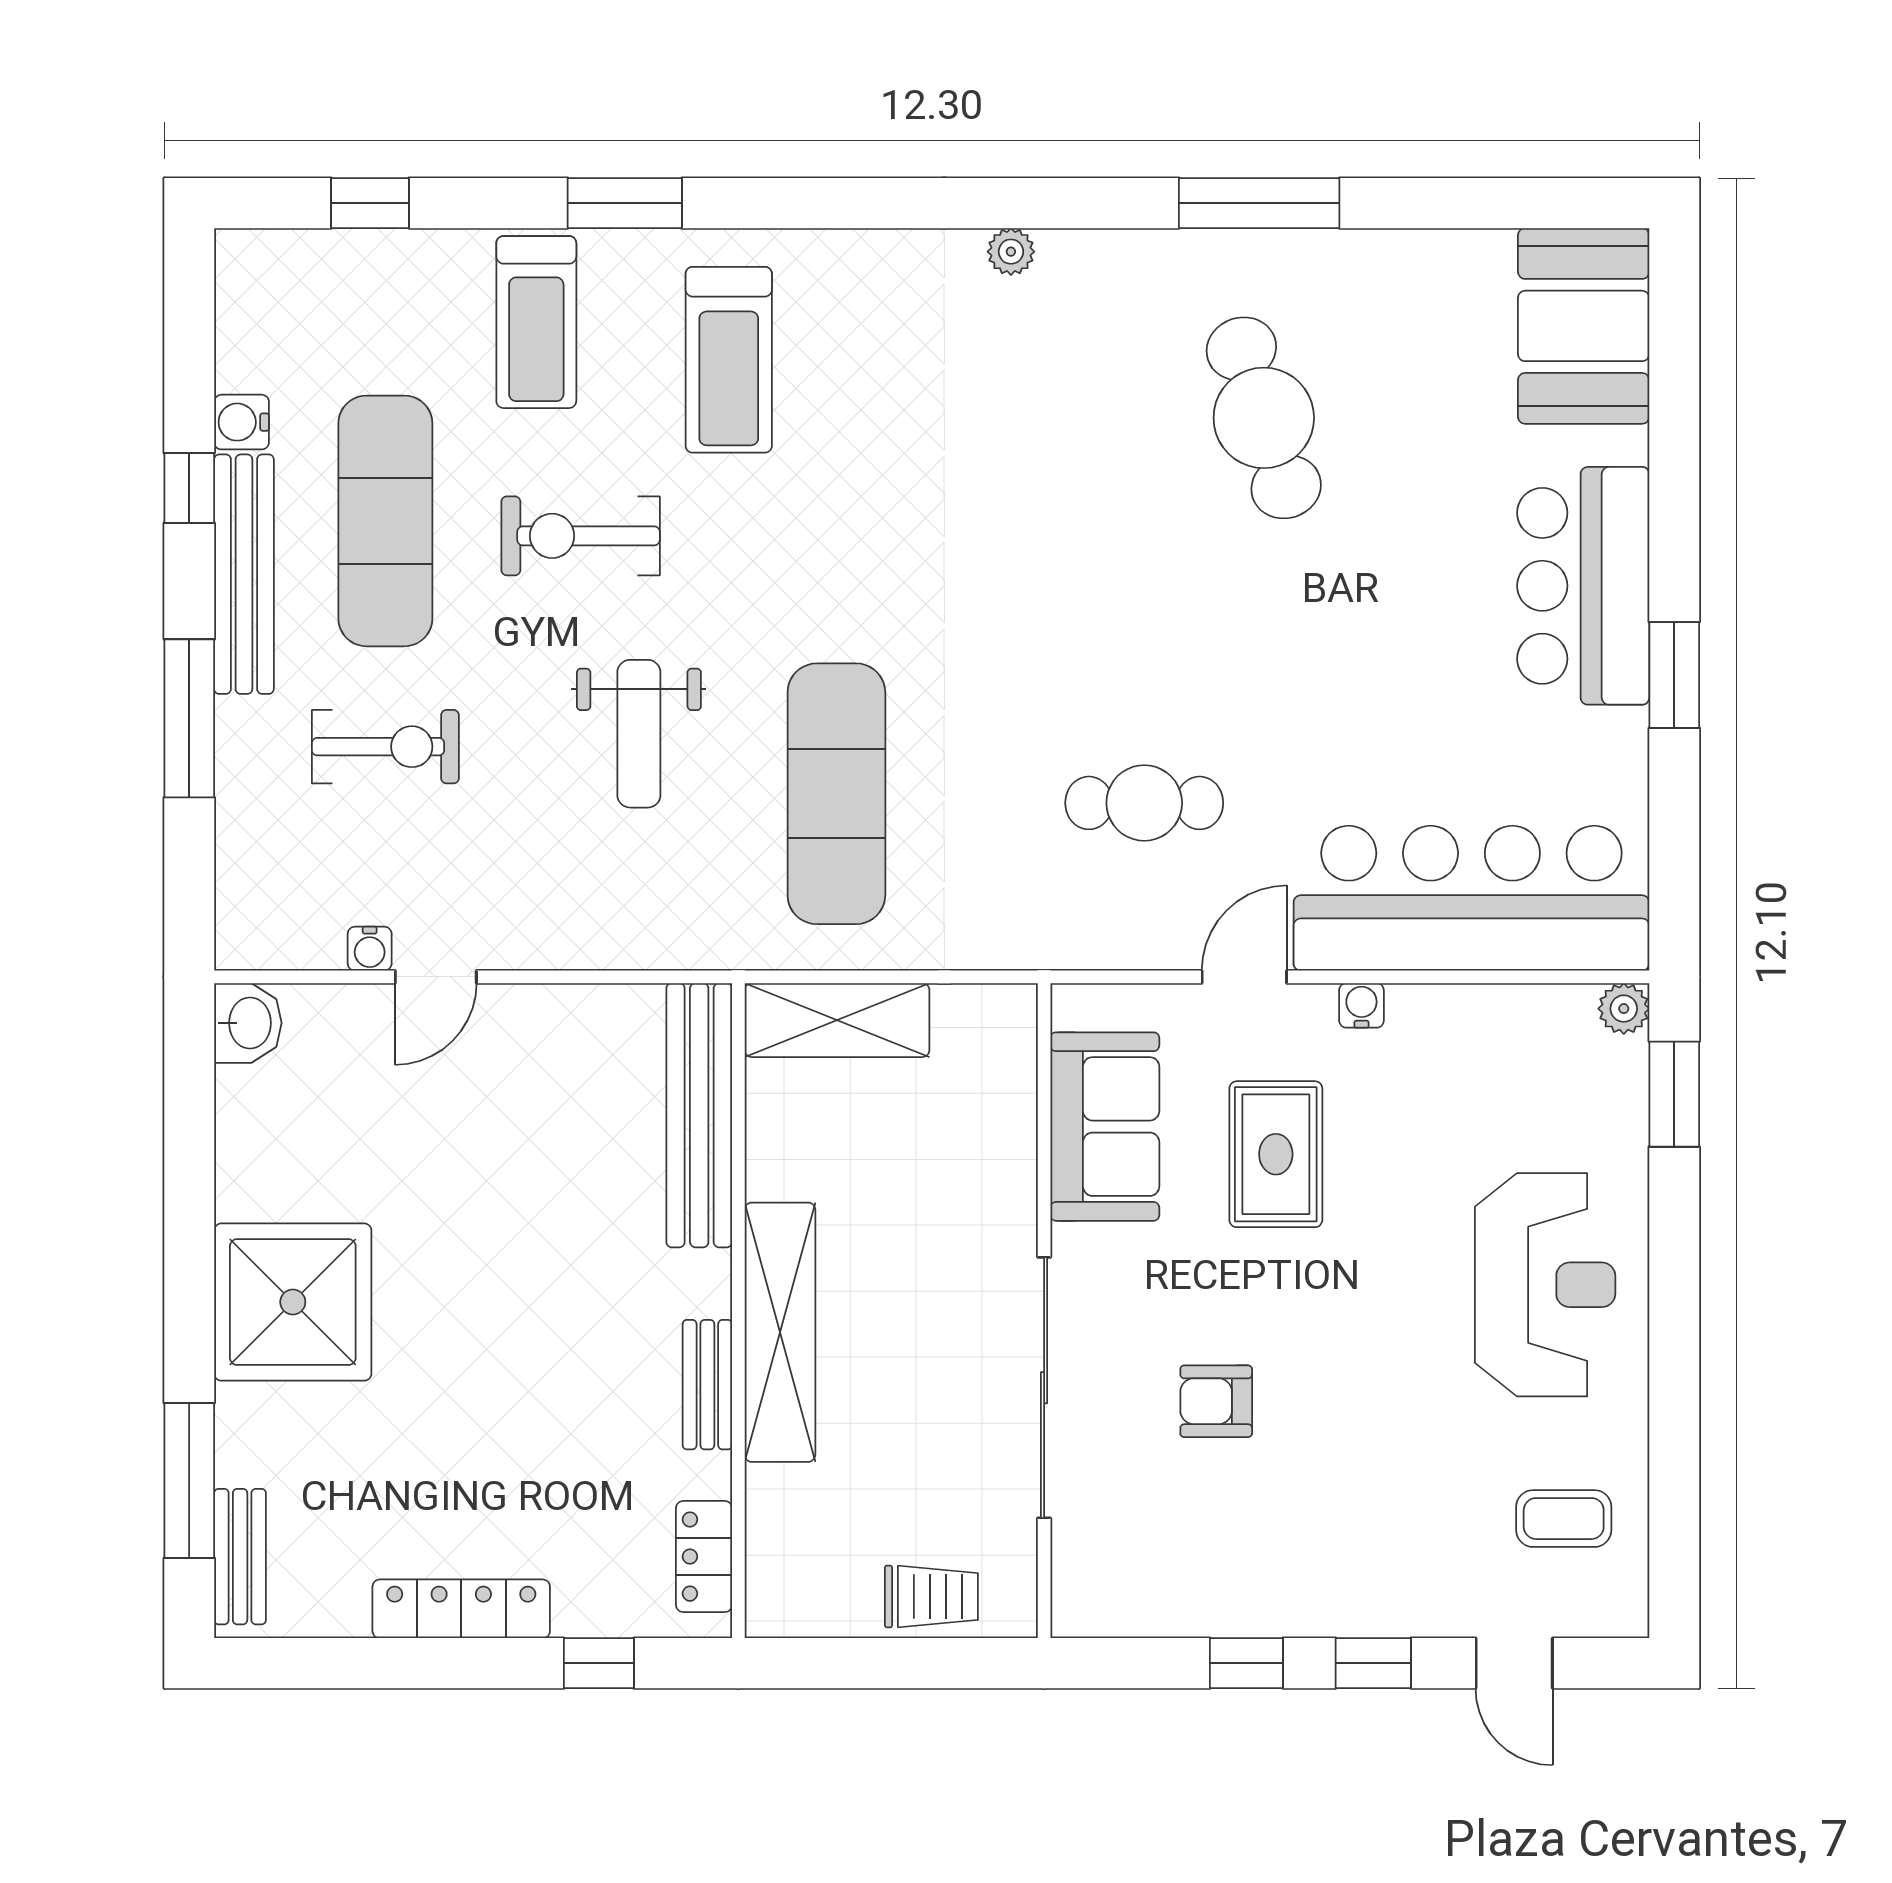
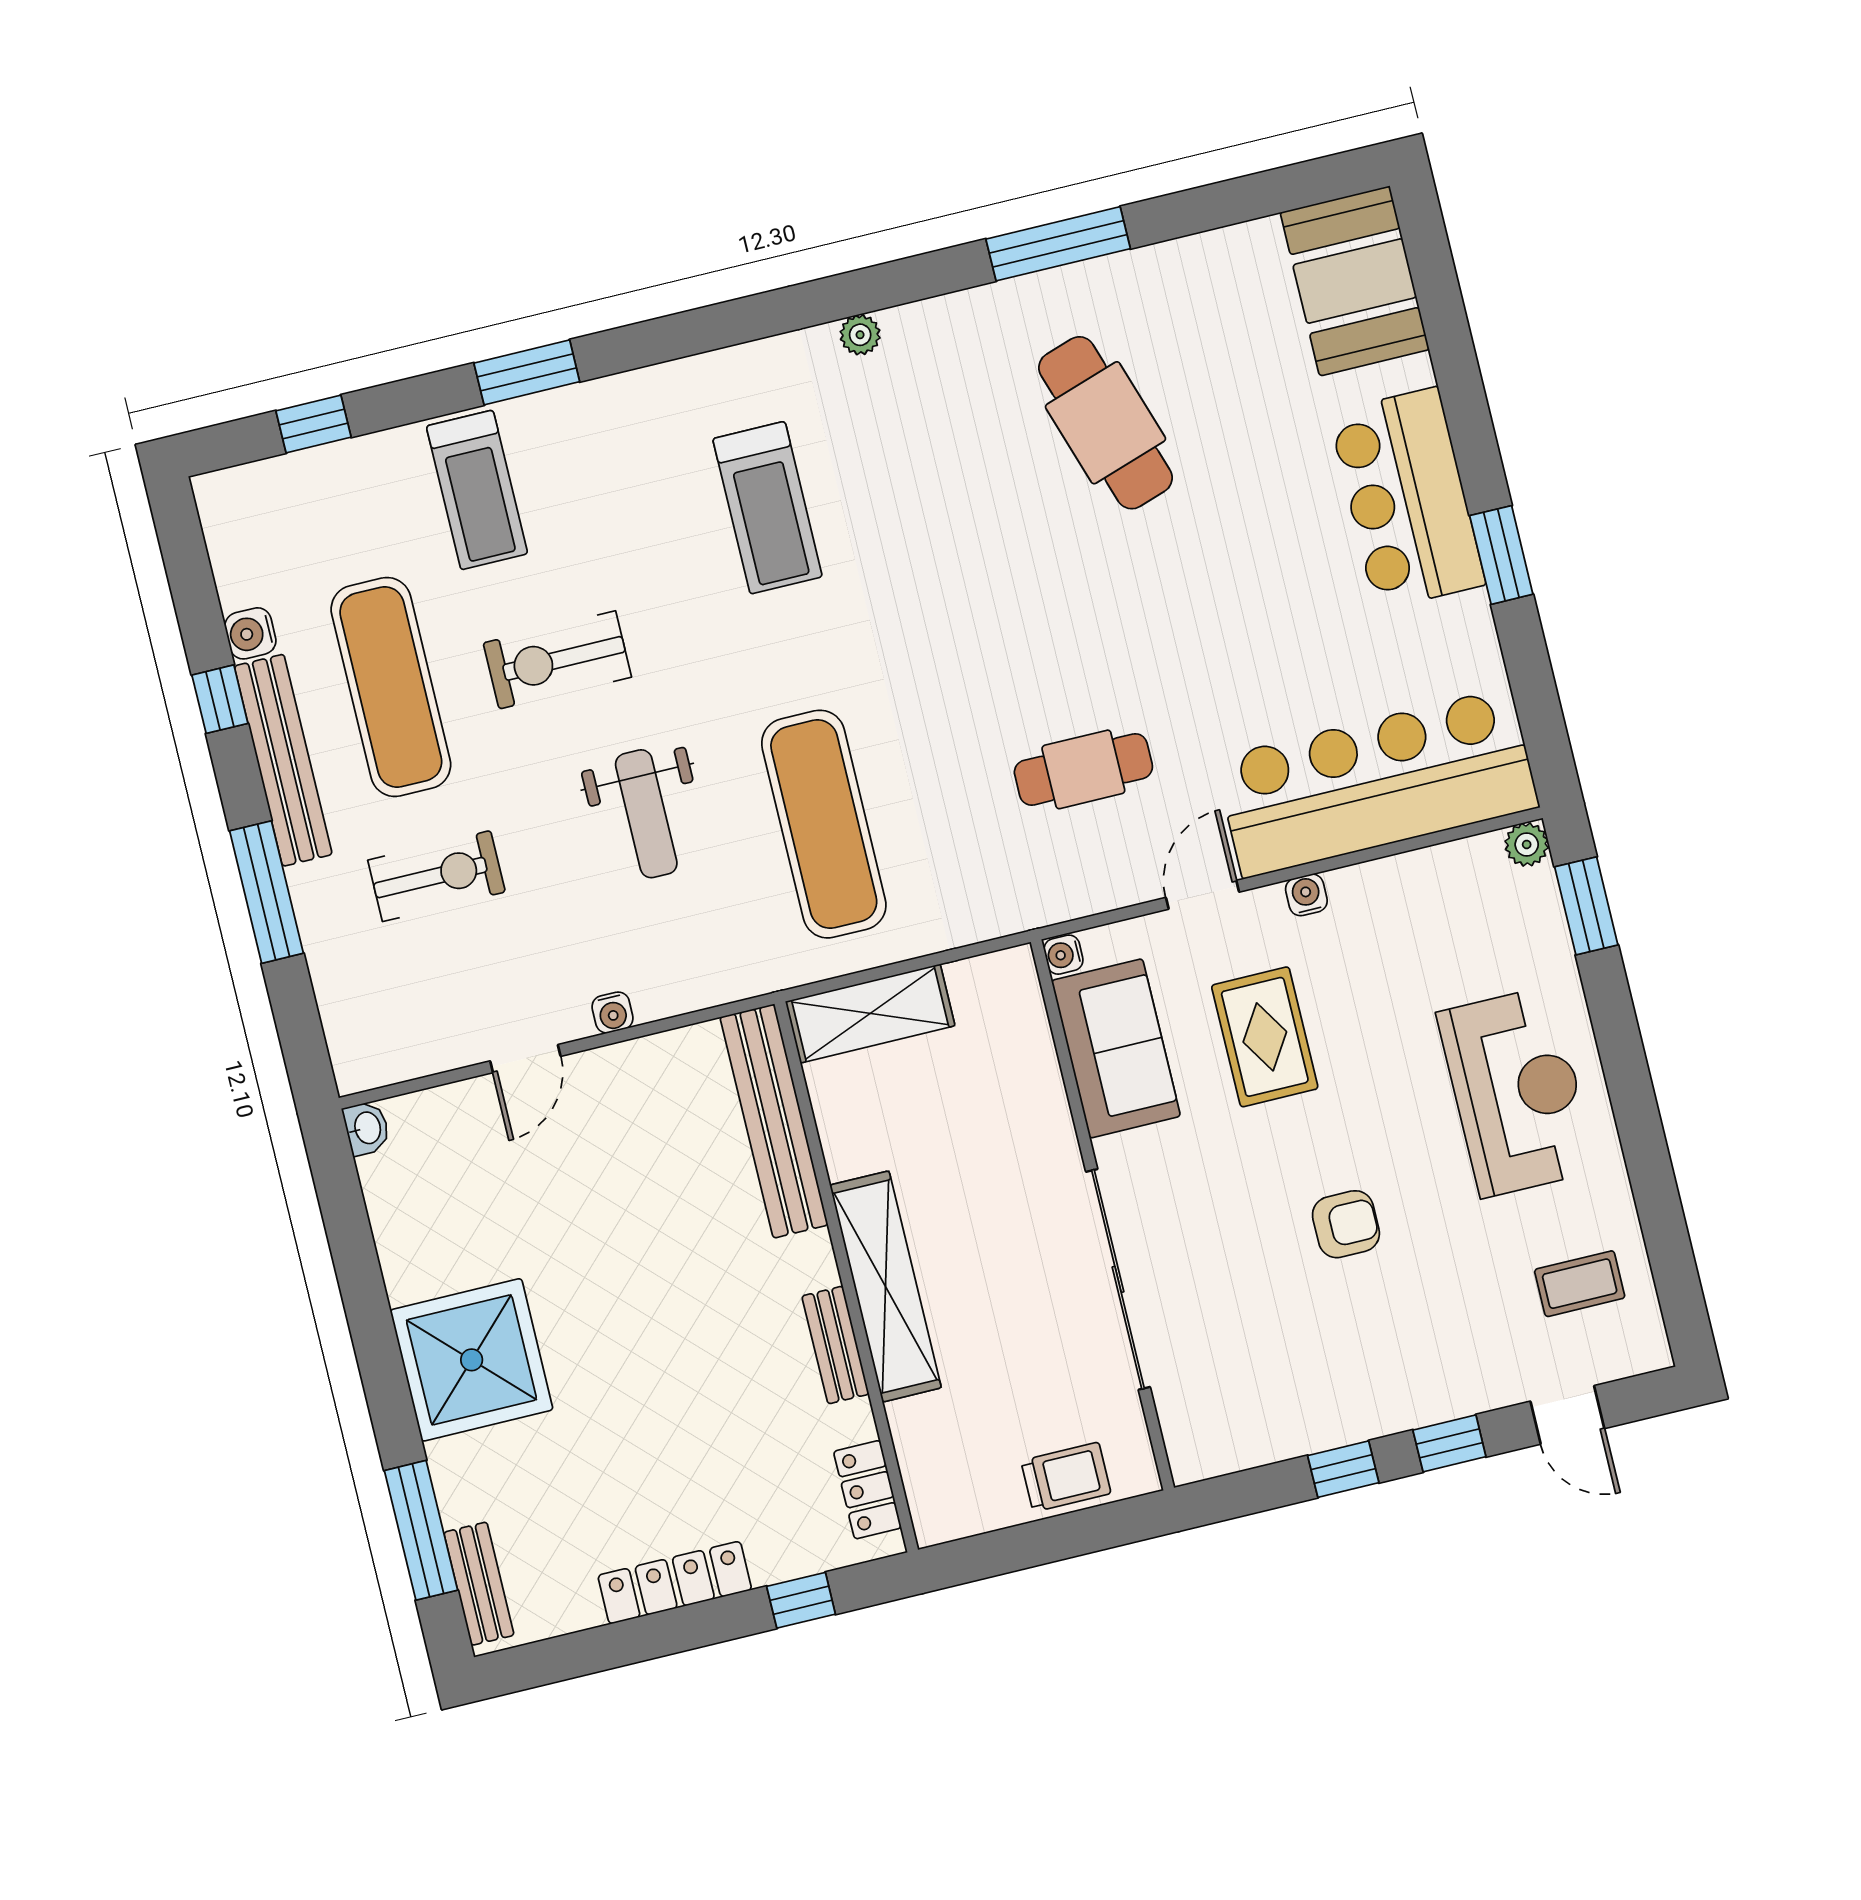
treadmill: (729, 360) -> (768, 508), moved
water cooler: (370, 949) -> (613, 1012), moved
water cooler: (1071, 1006) -> (1063, 955), added
washbasin: (248, 1023) -> (366, 1128), width x0.72, depth x0.69
armchair: (1216, 1401) -> (1346, 1224), moved, turned 180

